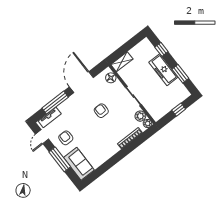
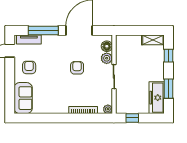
shelving: (122, 62) -> (153, 40), moved
freezer: (163, 70) -> (157, 98), moved
window: (179, 110) -> (132, 118), moved
plant: (140, 116) -> (107, 58), moved
window: (60, 159) -> (10, 82), removed

